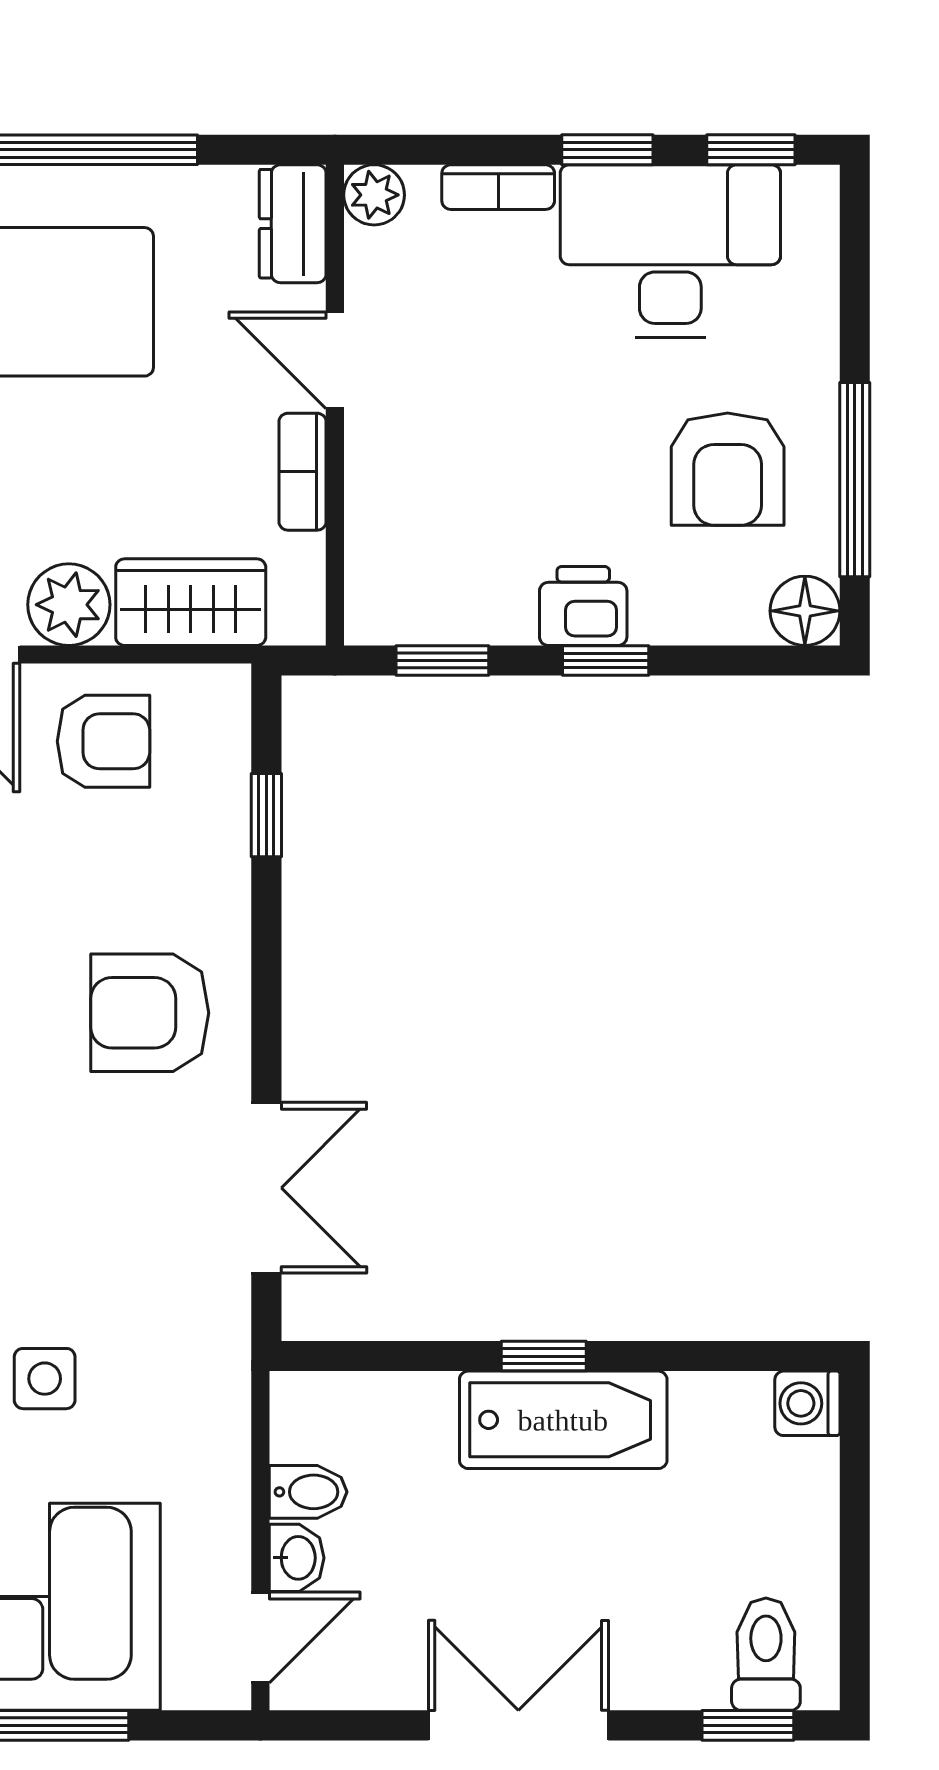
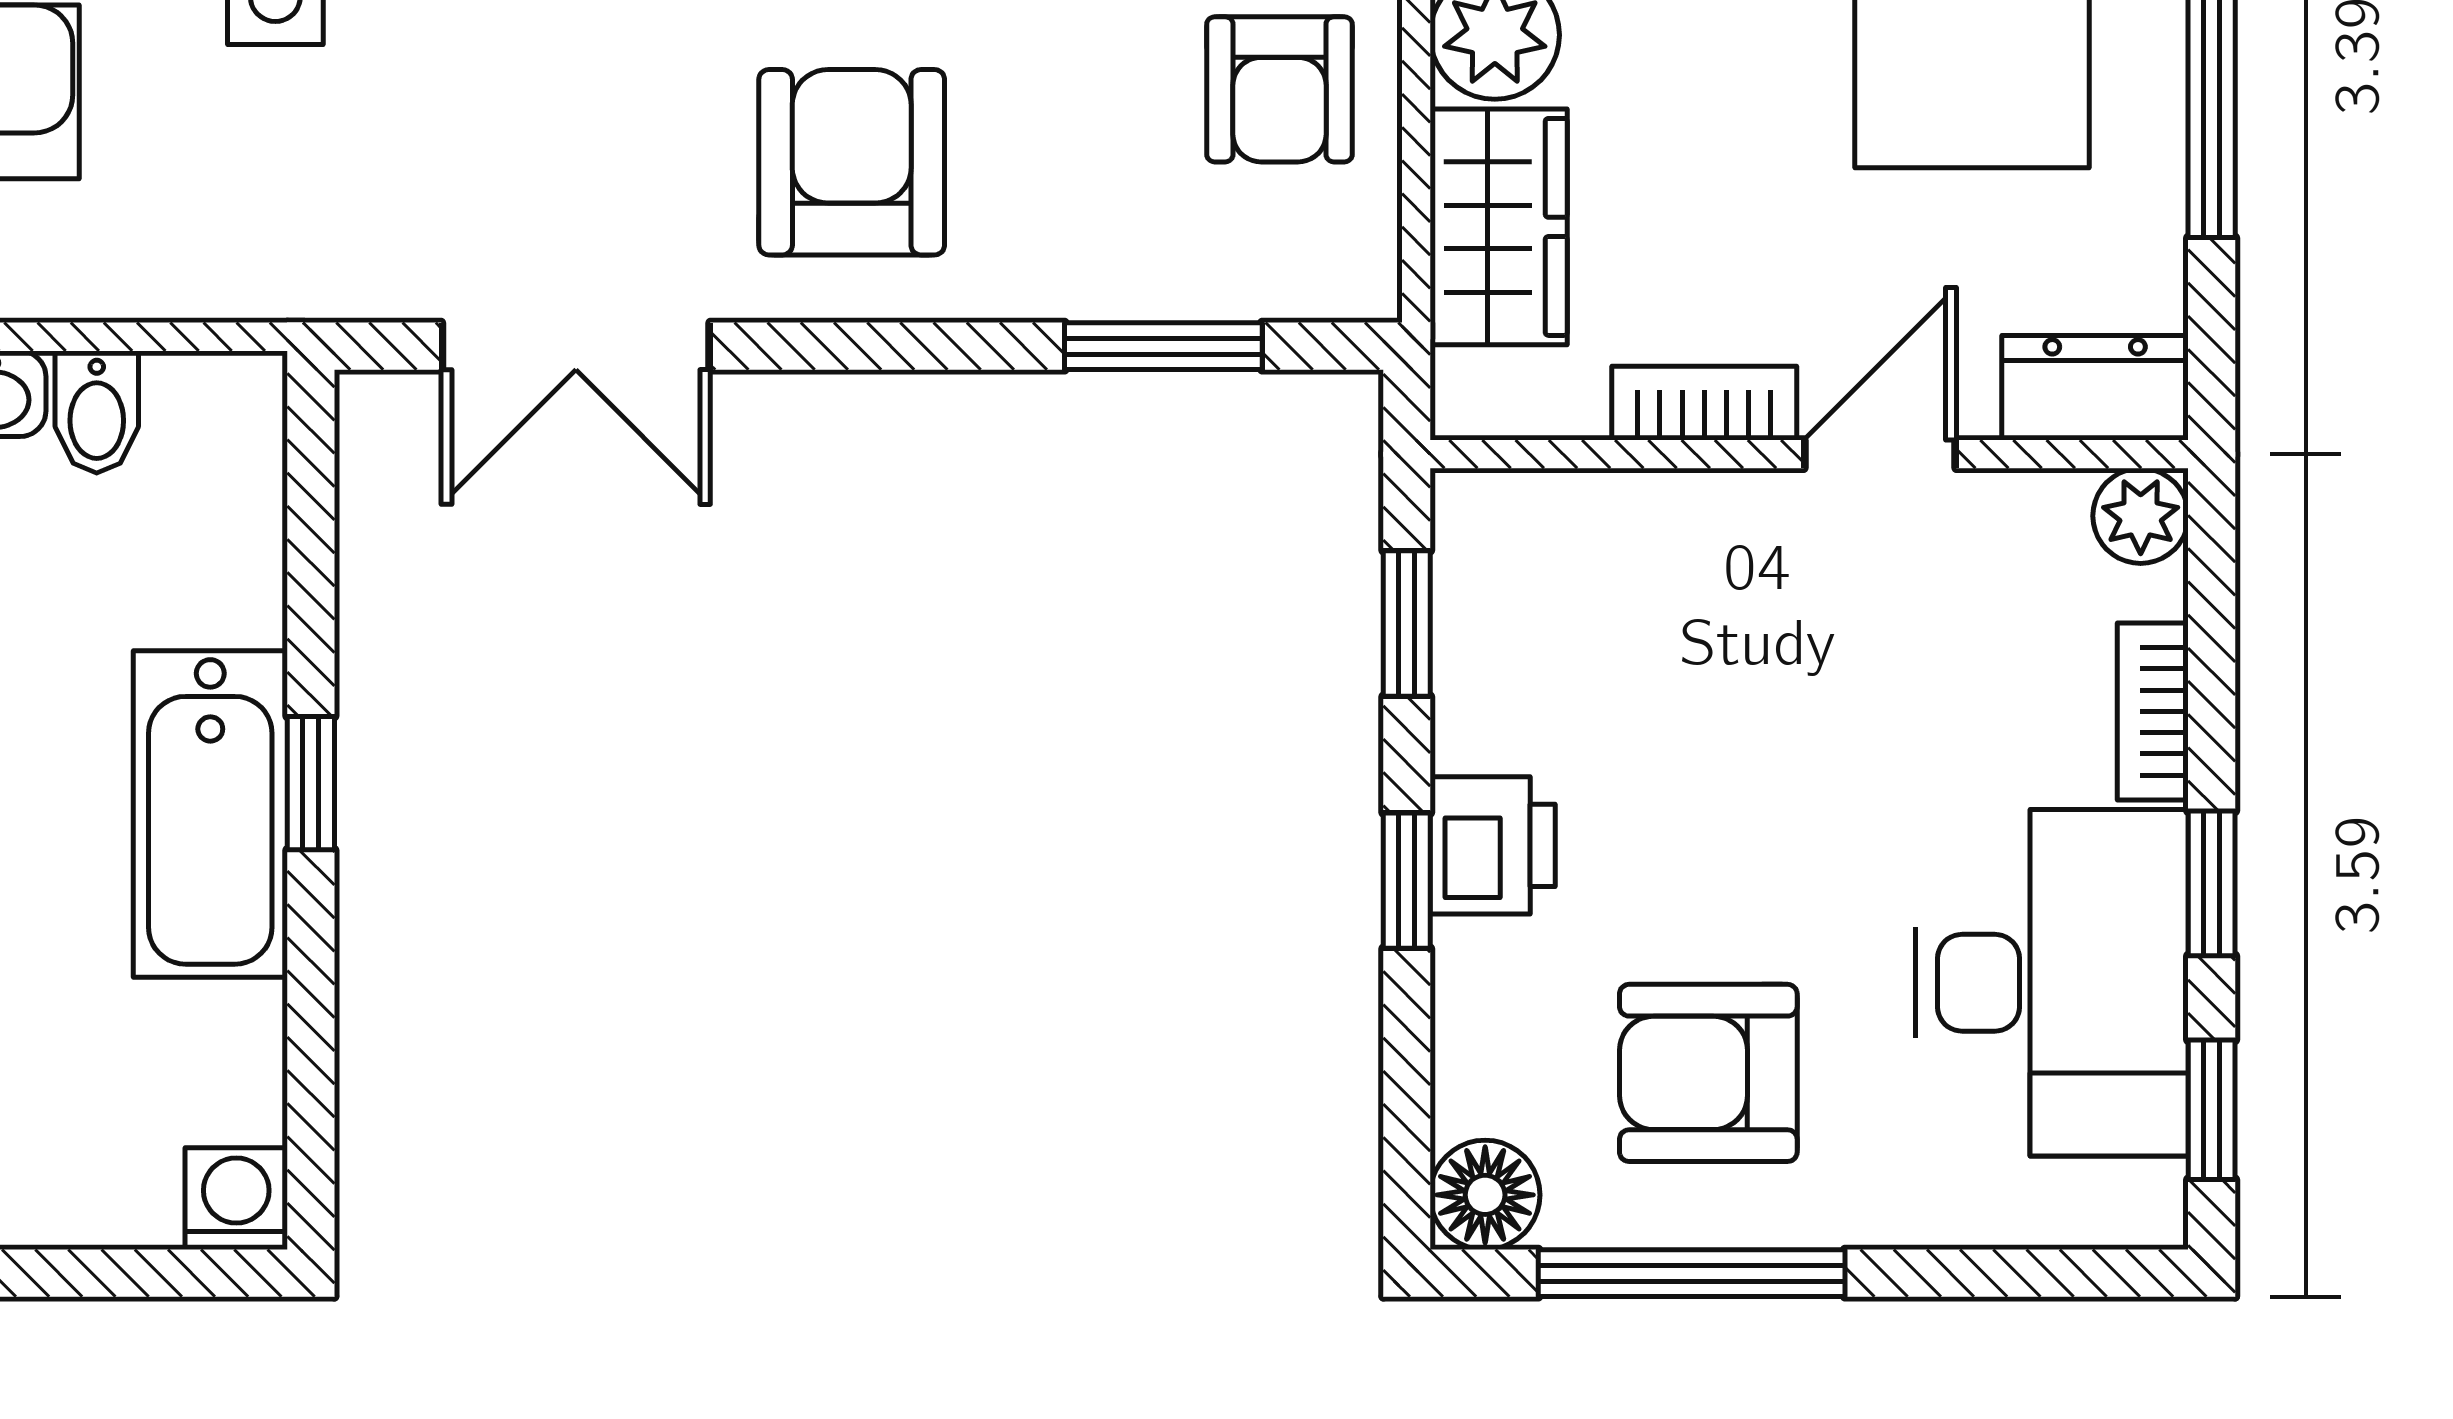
window: (266, 815) -> (1163, 346), width x1.50

